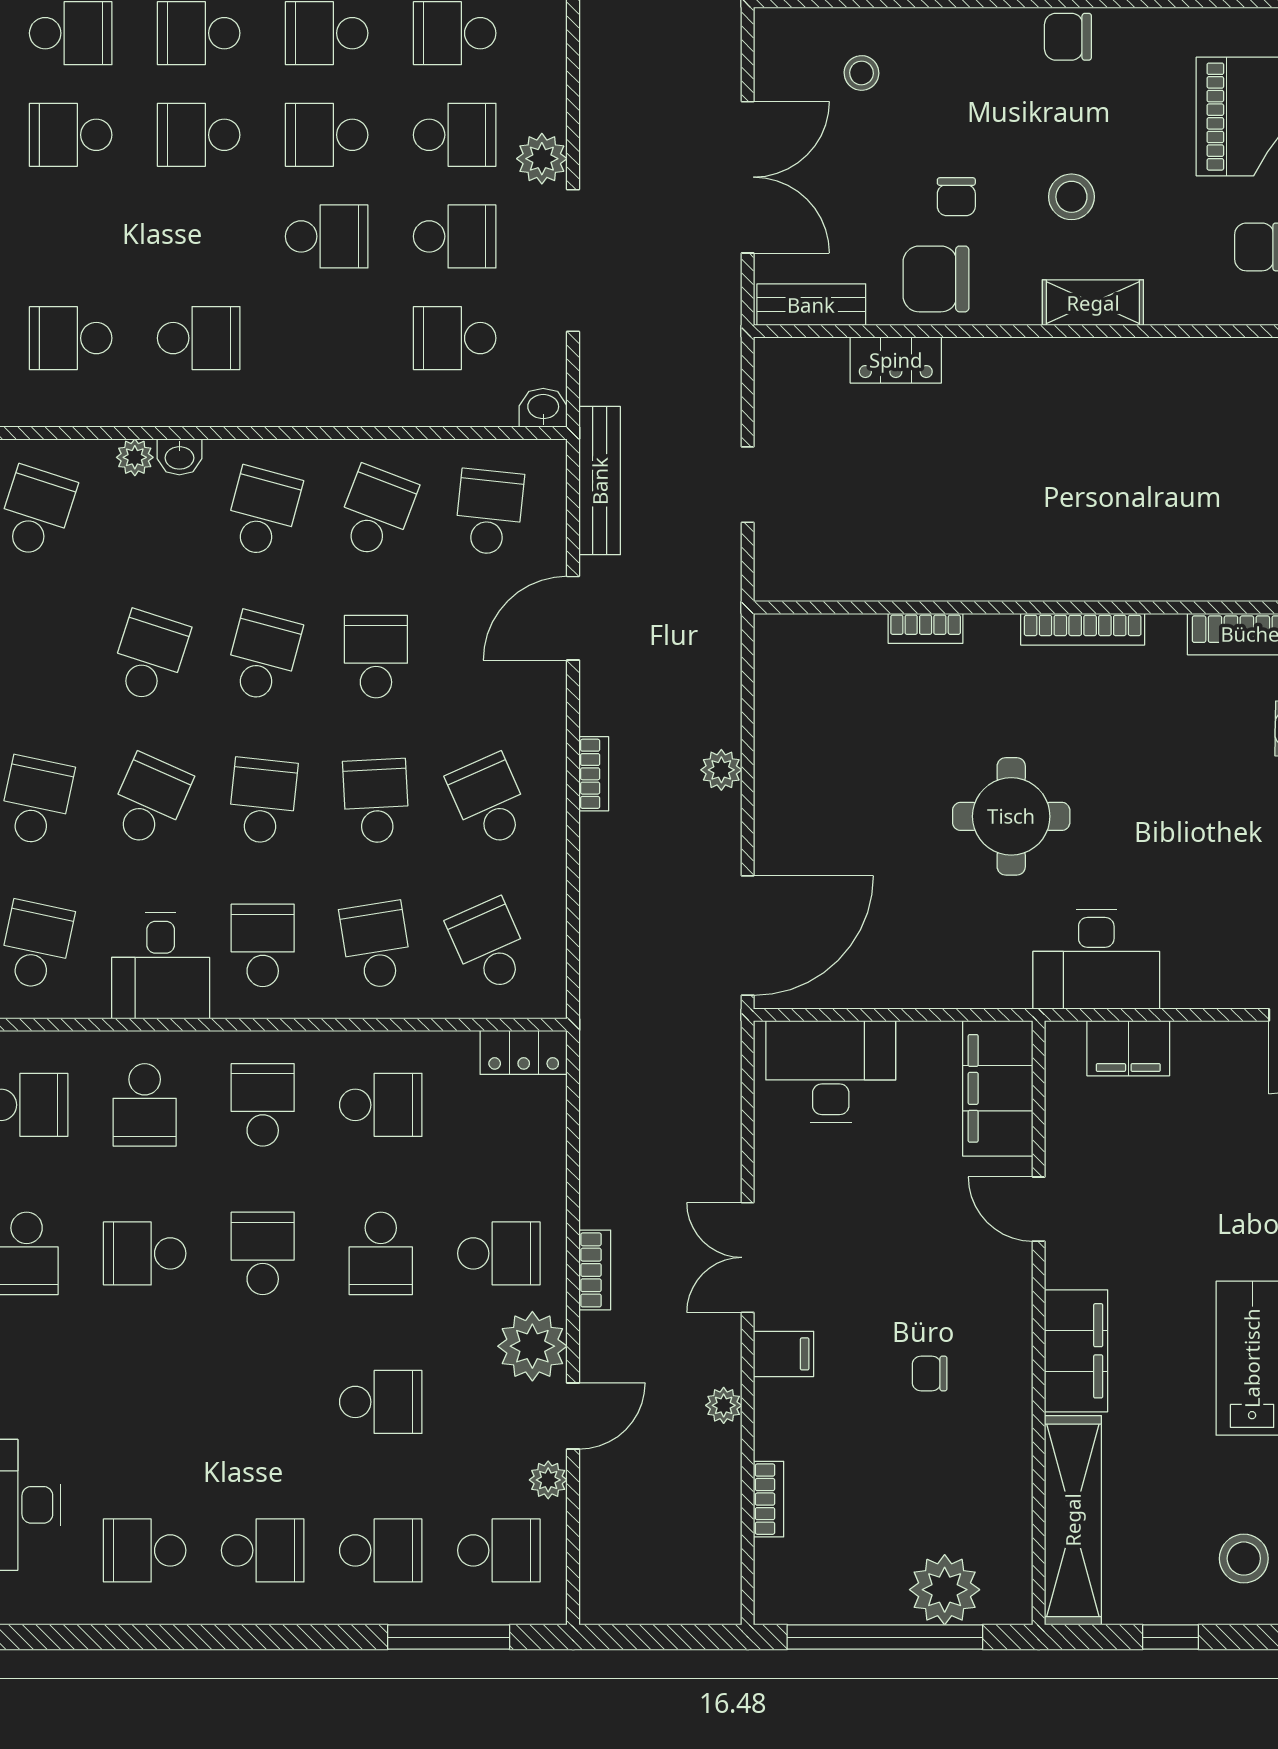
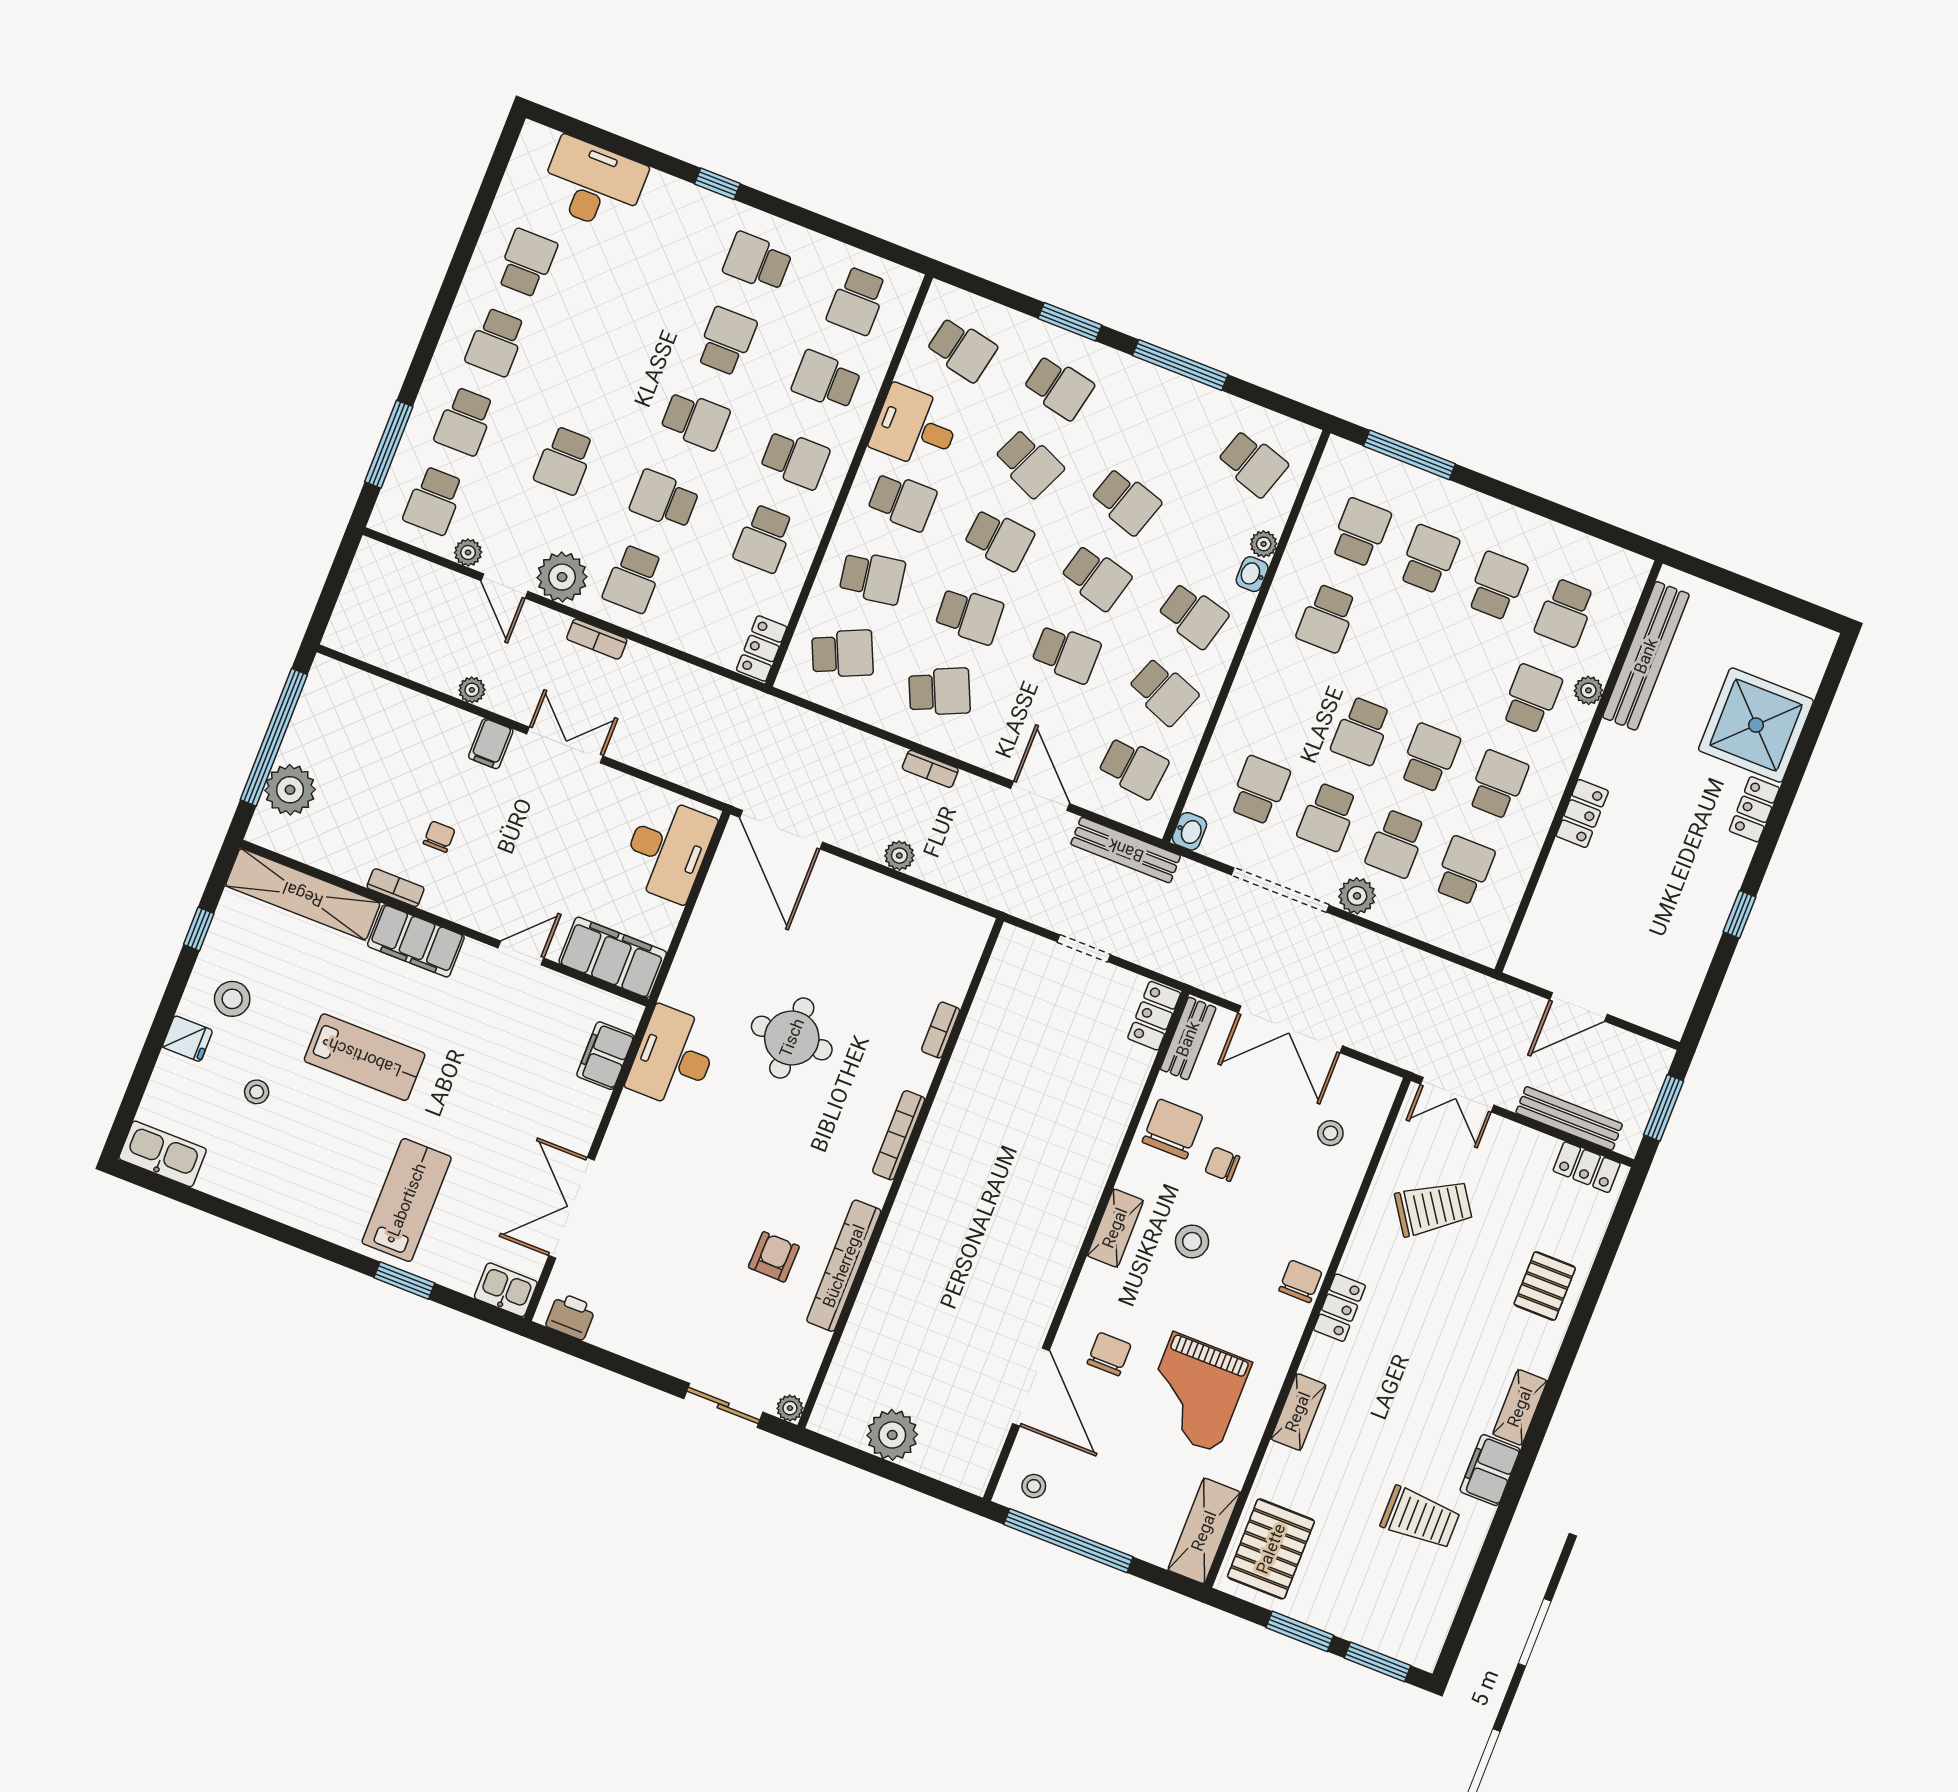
school desk: (199, 135) -> (1429, 559), moved
locker: (896, 360) -> (1154, 1016), moved
bookcase: (769, 1499) -> (396, 888), moved, turned 180

